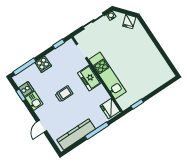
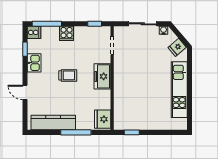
kitchen unit: (107, 76) -> (179, 90), moved, turned 180
cooker: (26, 89) -> (34, 32), moved
door: (42, 126) -> (25, 92), hinge flipped

